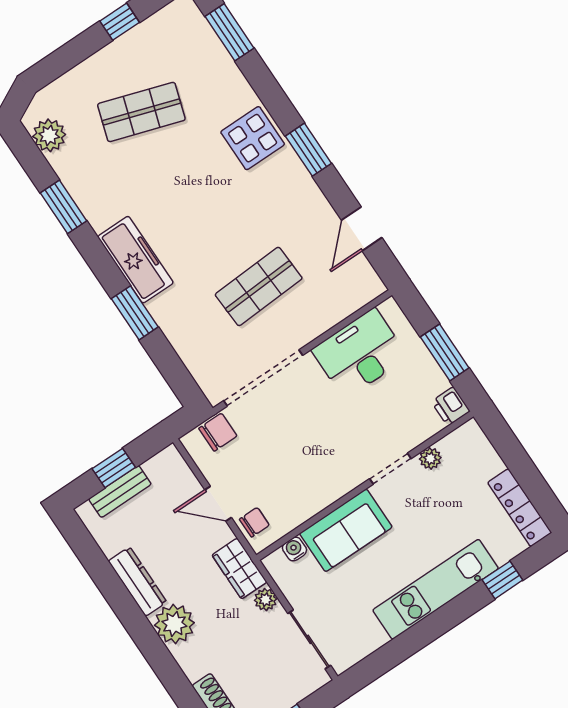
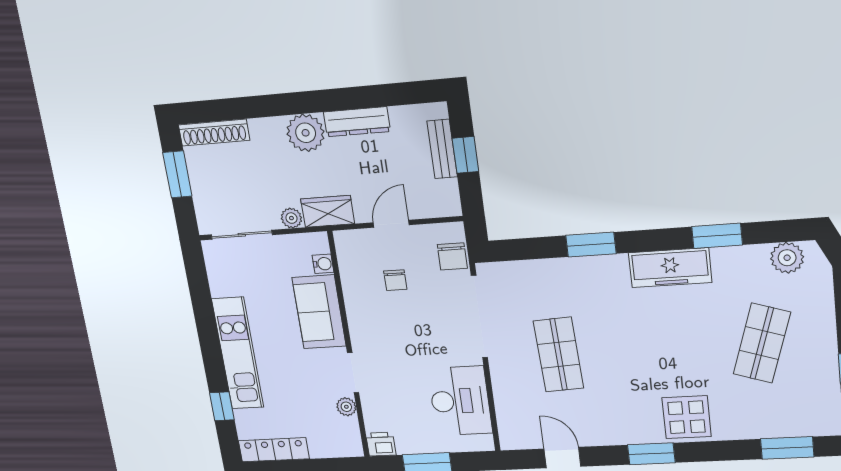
freezer: (135, 260) -> (670, 268), moved
chair: (254, 522) -> (395, 280), moved

